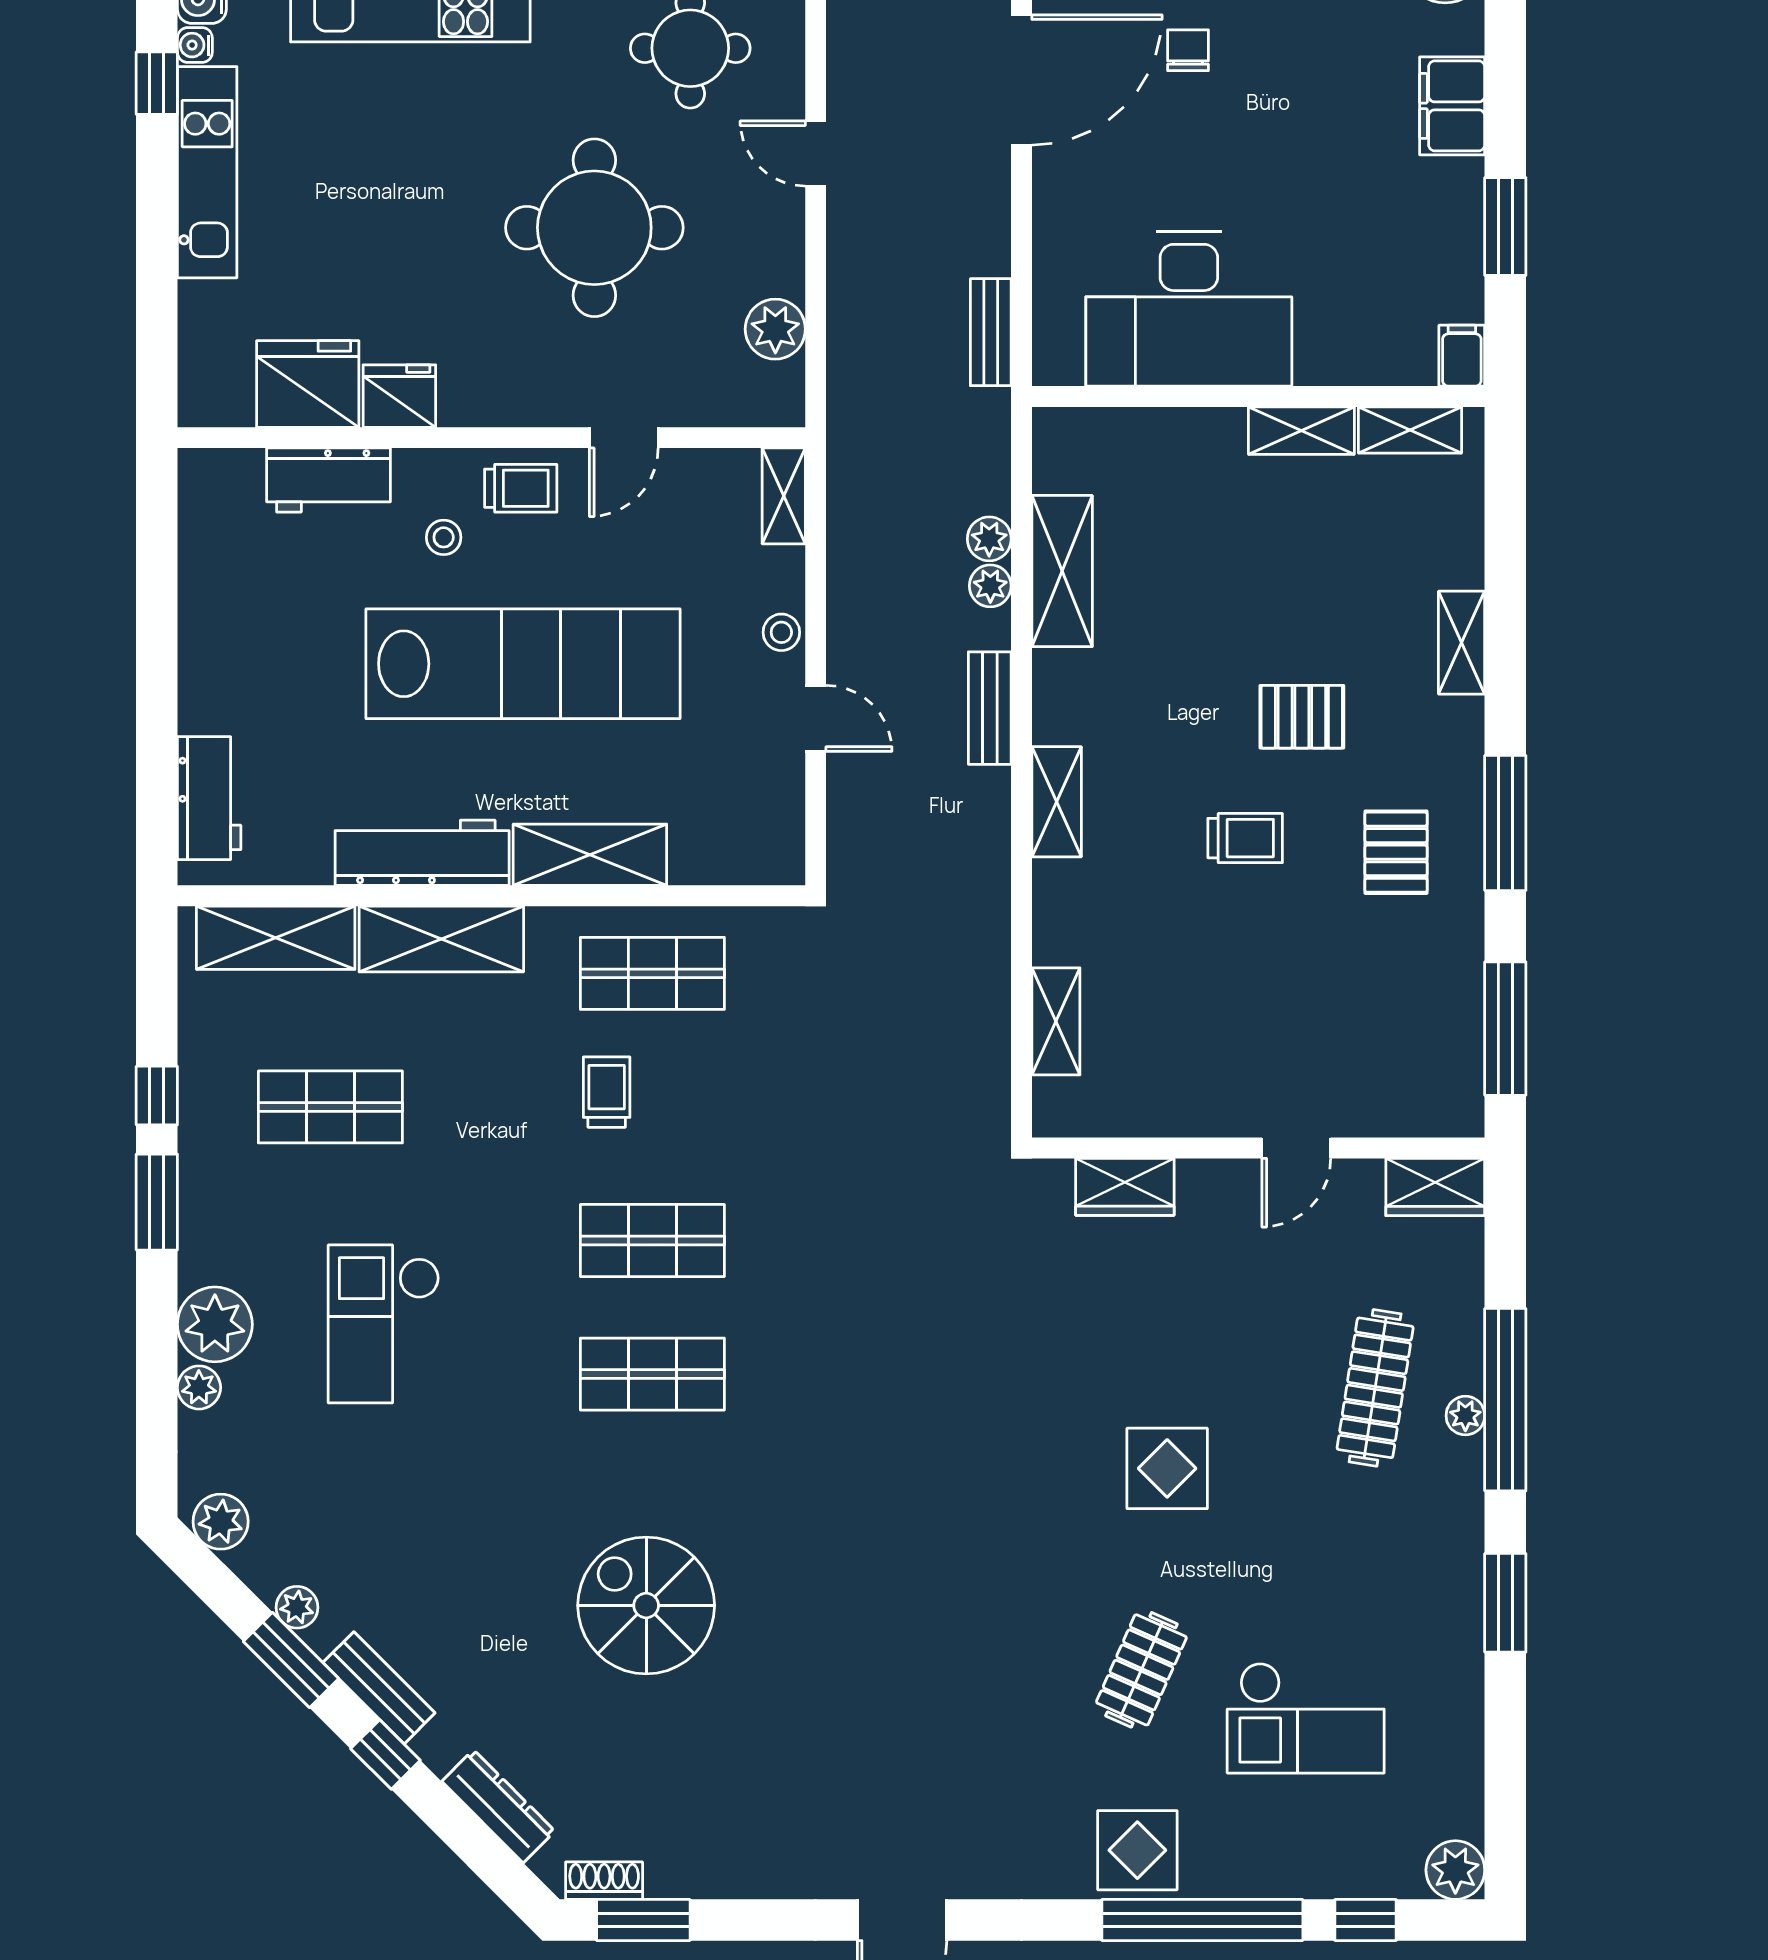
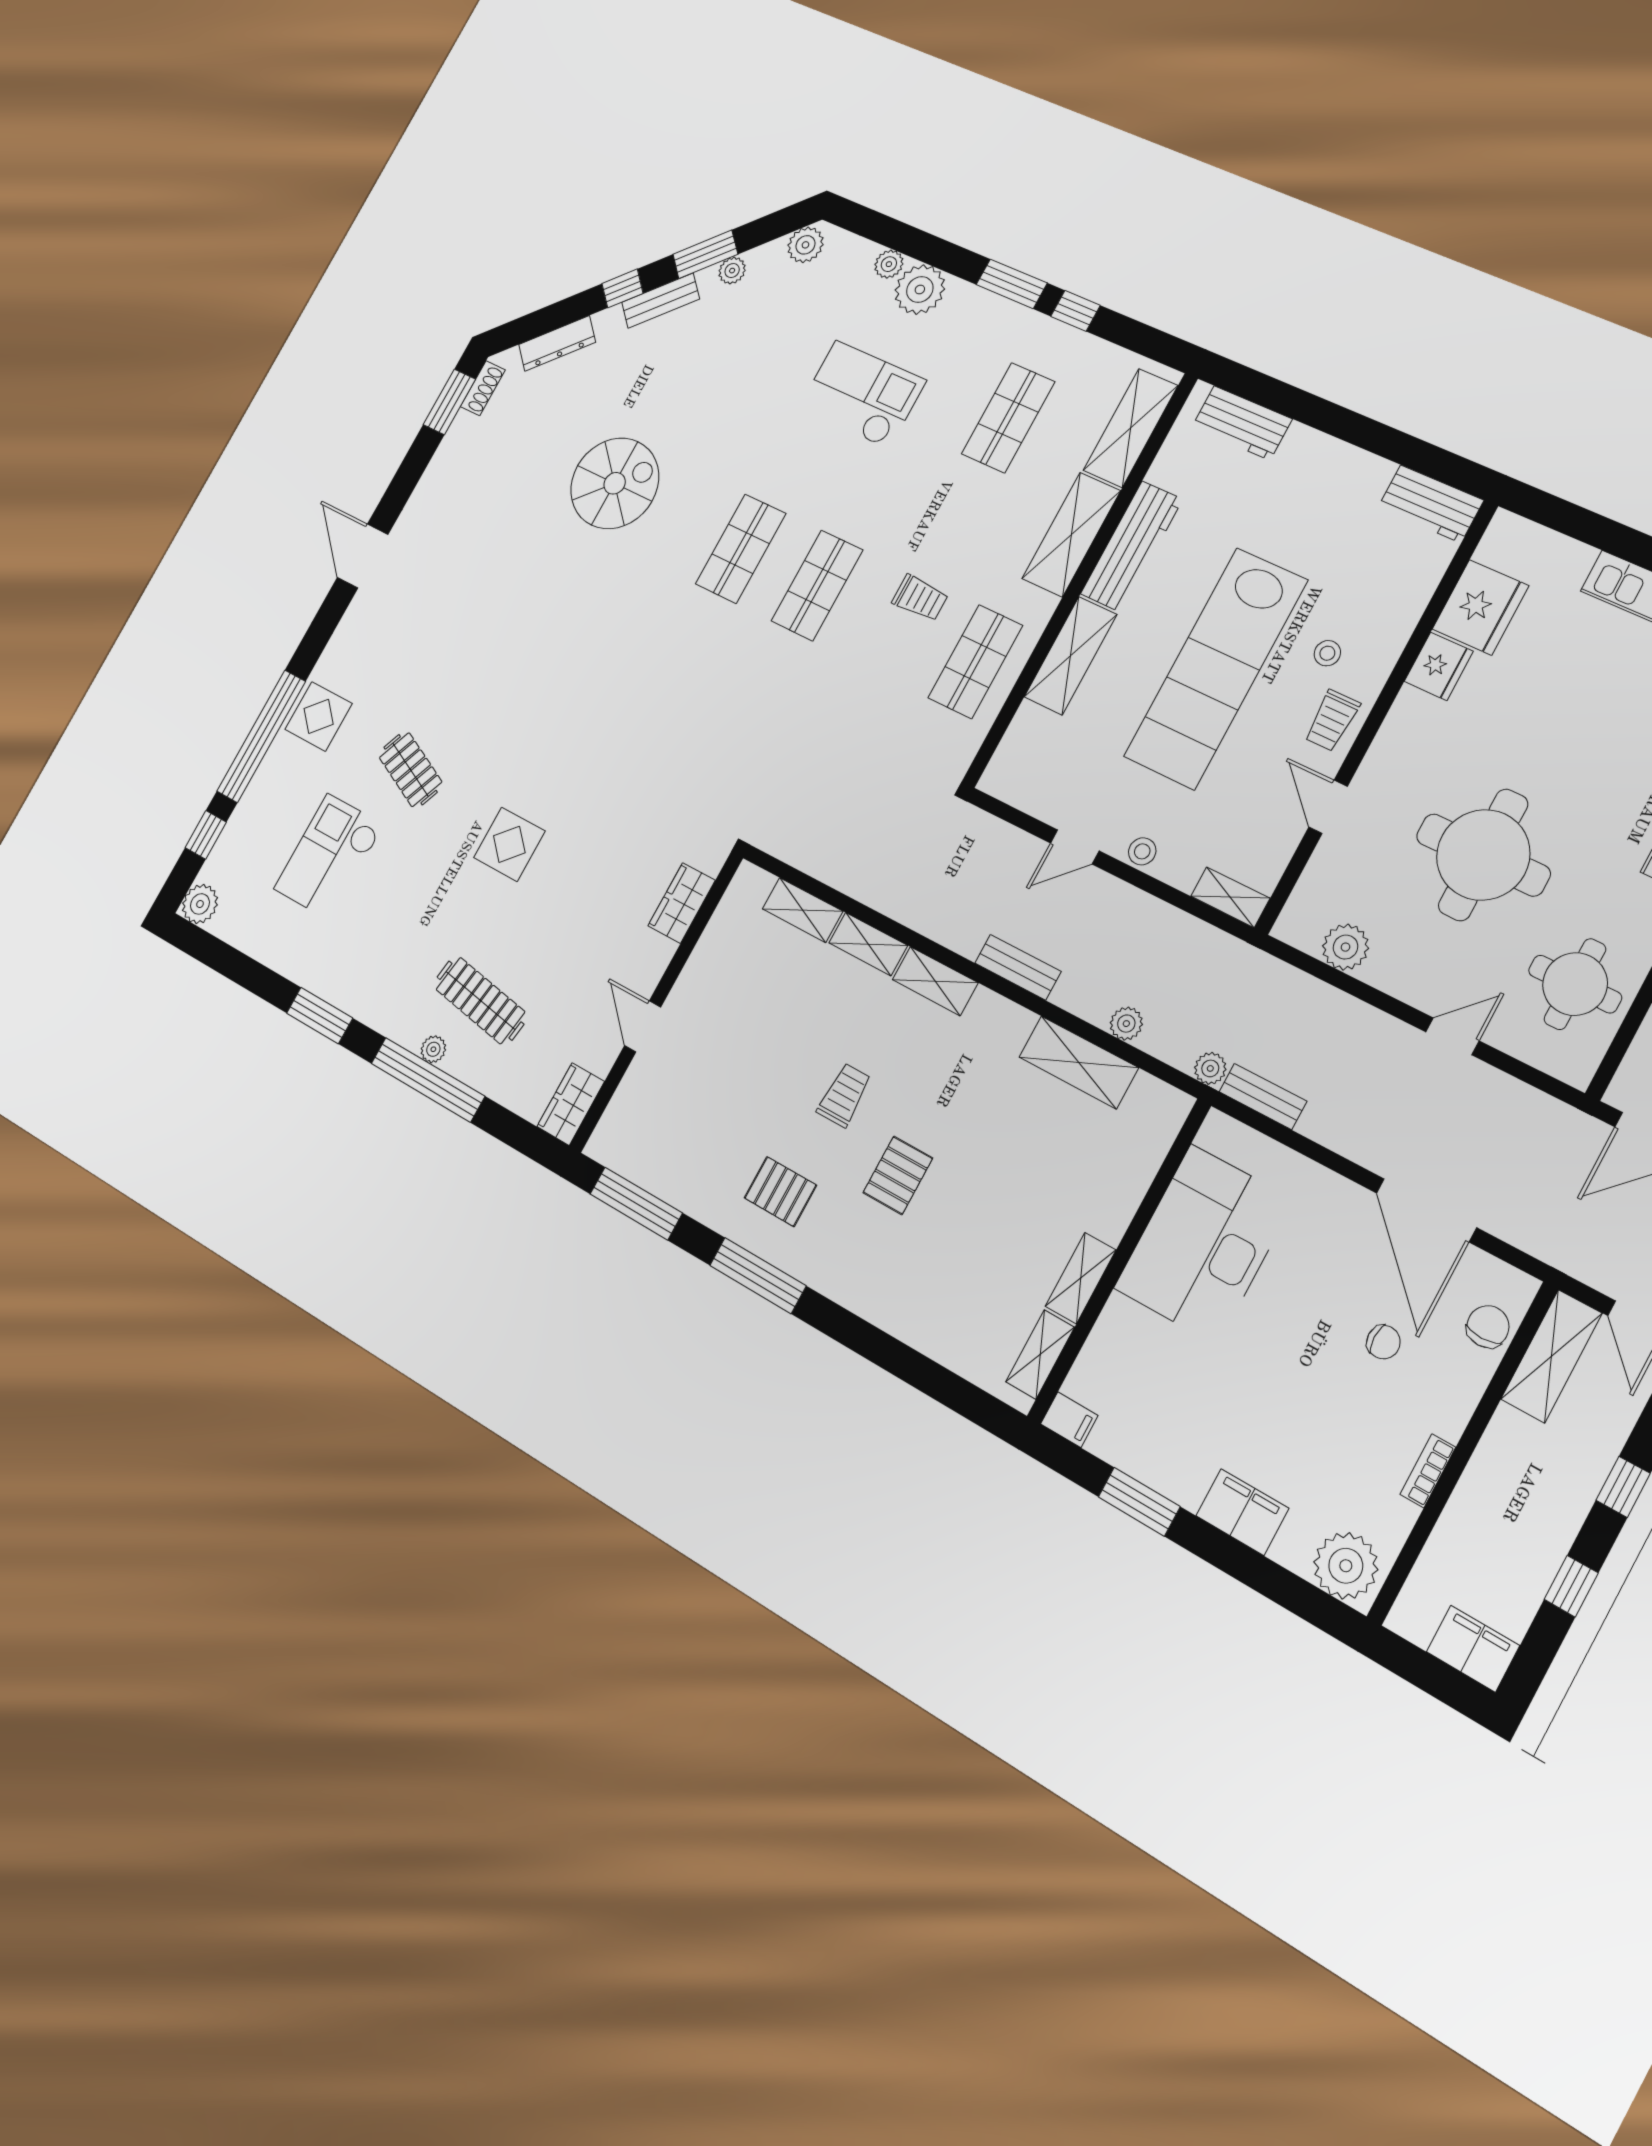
workbench: (329, 480) -> (1431, 504), moved, turned -90
plant: (990, 586) -> (1210, 1068), moved
shelving: (1462, 643) -> (868, 944), moved
trolley: (1245, 838) -> (844, 1095), turned 180

